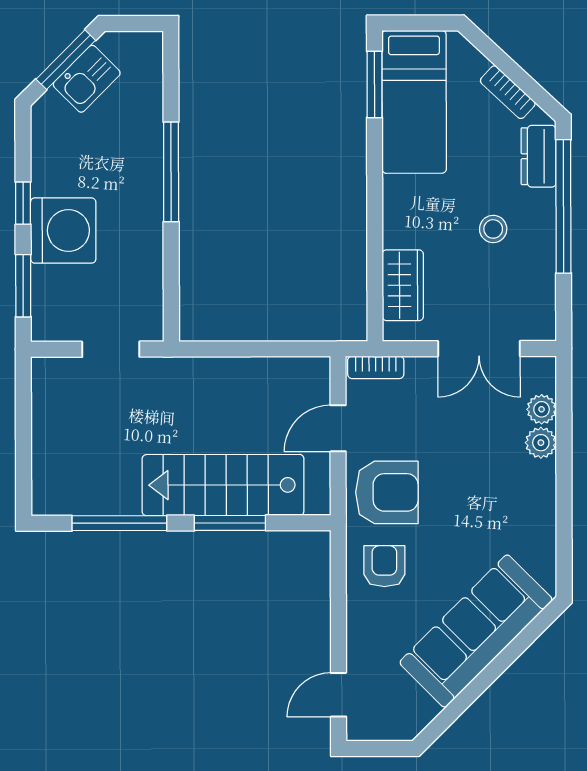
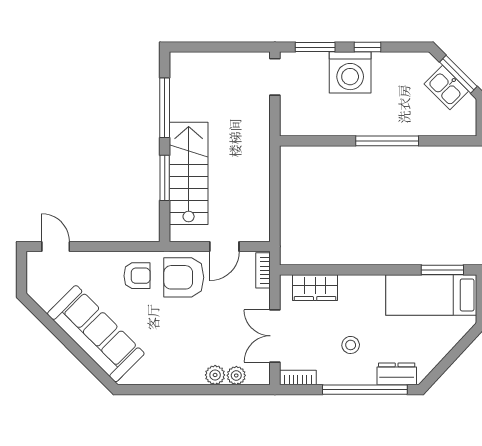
bookcase: (508, 92) -> (298, 378), moved, turned 47
doorway: (111, 349) -> (275, 77), moved
door: (338, 428) -> (224, 246), swing flipped
armchair: (387, 492) -> (184, 277), turned 90

